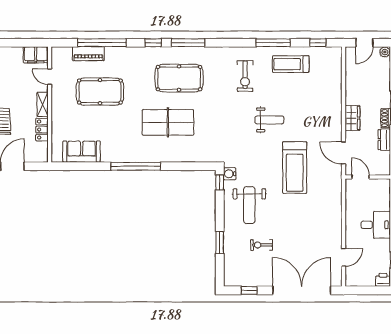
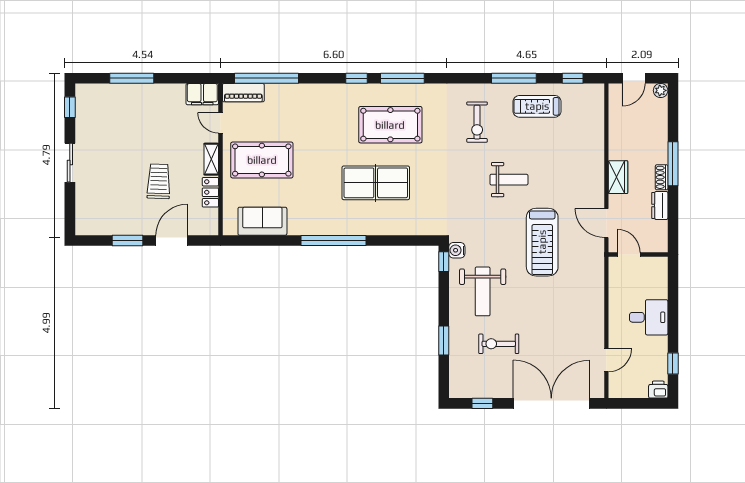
window: (102, 43) -> (266, 78), moved
piano: (88, 54) -> (243, 93), moved
pool table: (100, 92) -> (262, 160), moved
exercise bike: (262, 245) -> (499, 344), width x1.38, depth x1.39

